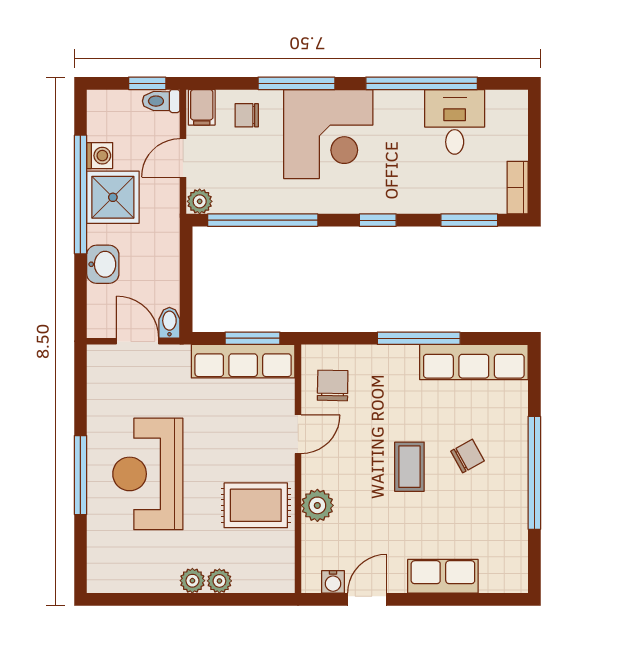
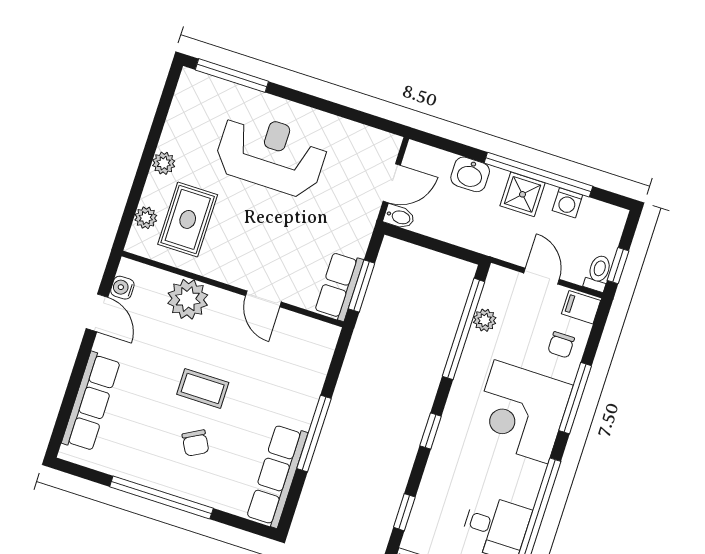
chair: (247, 115) -> (561, 345), turned 180
shower: (113, 197) -> (522, 194), width x0.73, depth x0.73
plant: (200, 201) -> (485, 320), moved
window: (469, 220) -> (404, 512), width x0.67
row of seats: (243, 361) -> (339, 286), width x0.68
chair: (333, 385) -> (297, 344), removed
window: (80, 475) -> (232, 76), moved
rug: (256, 505) -> (188, 219), moved
plant: (317, 505) -> (188, 299), width x1.36, depth x1.36
row of seats: (443, 576) -> (91, 402), width x1.48
plant: (219, 581) -> (146, 218), moved

